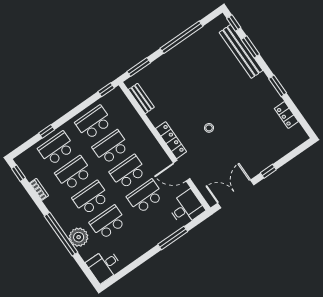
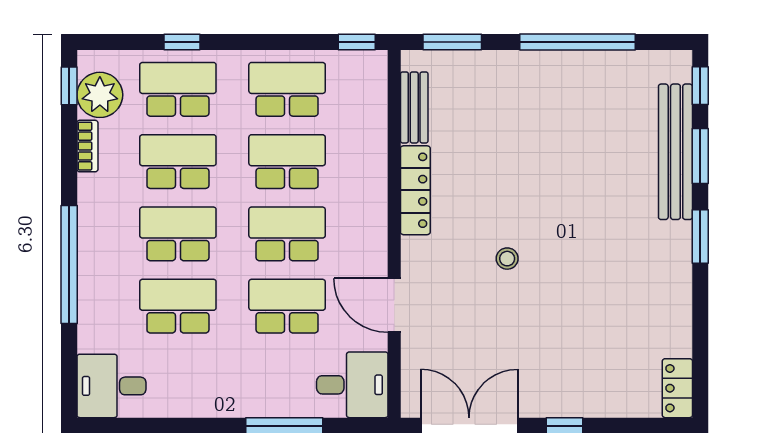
window: (278, 86) -> (700, 236), moved
locker: (286, 115) -> (677, 388), moved
locker: (171, 140) -> (415, 190), moved
plant: (79, 237) -> (100, 95), moved

